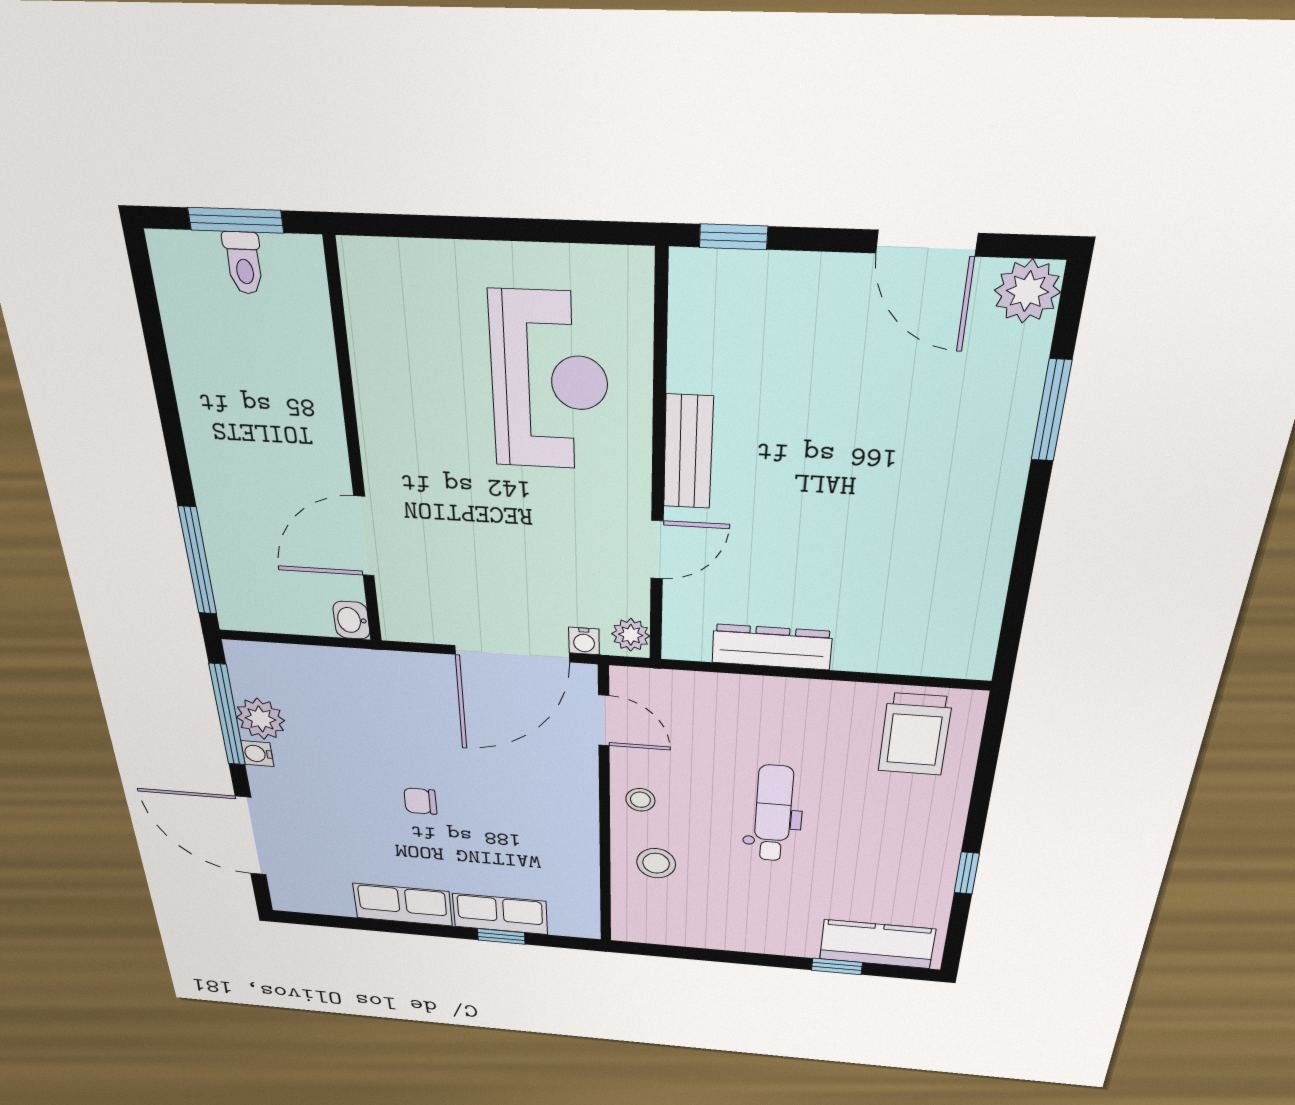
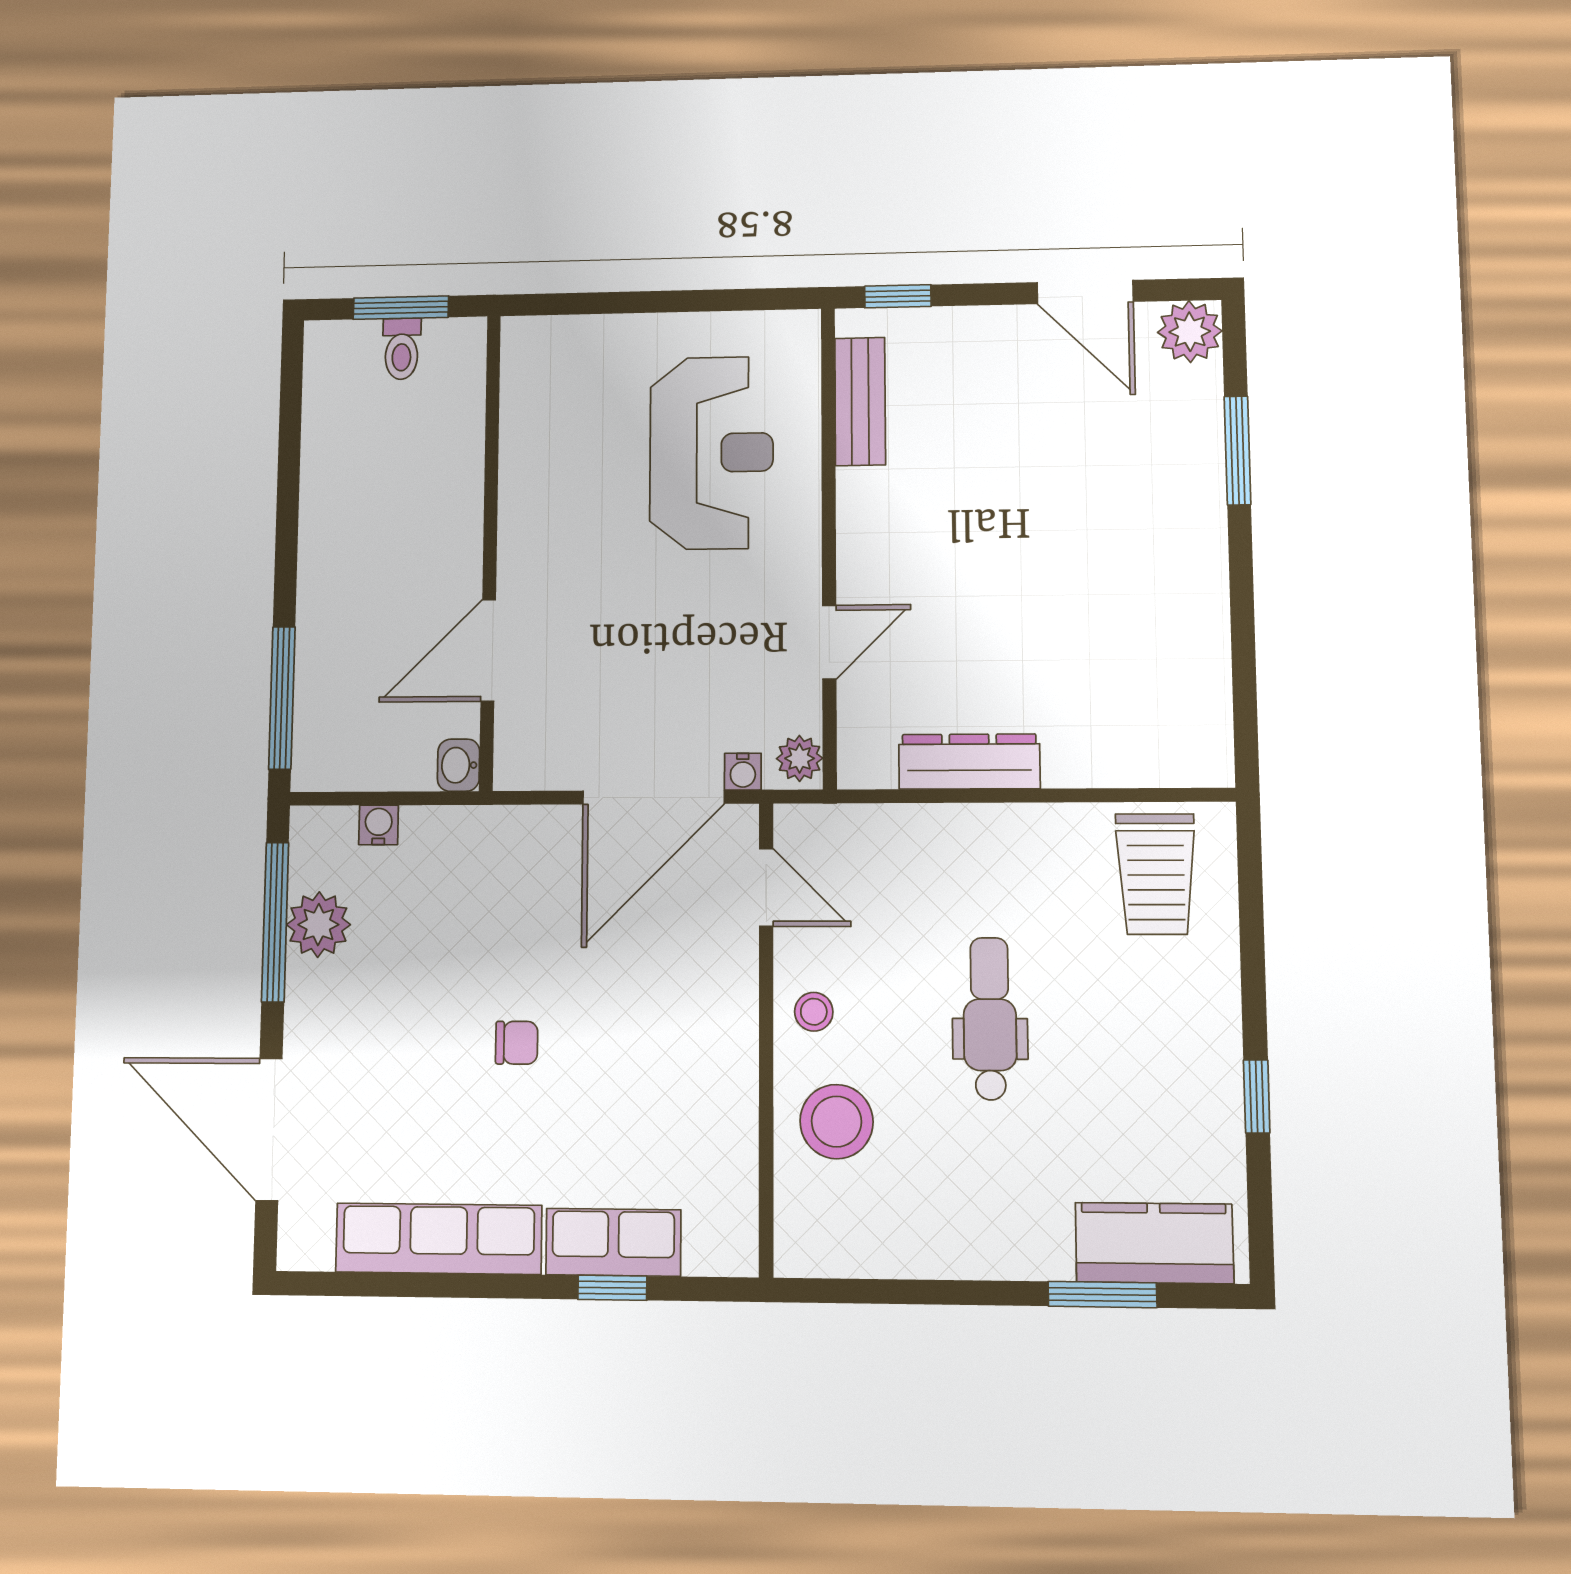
bench: (688, 452) -> (860, 401), moved
water cooler: (257, 754) -> (379, 825), moved, turned 90
chair: (420, 801) -> (517, 1043), turned 180
stool: (656, 863) -> (837, 1122), width x1.38, depth x1.38
row of seats: (403, 905) -> (439, 1239), width x1.48
window: (837, 966) -> (1102, 1295), width x1.50

